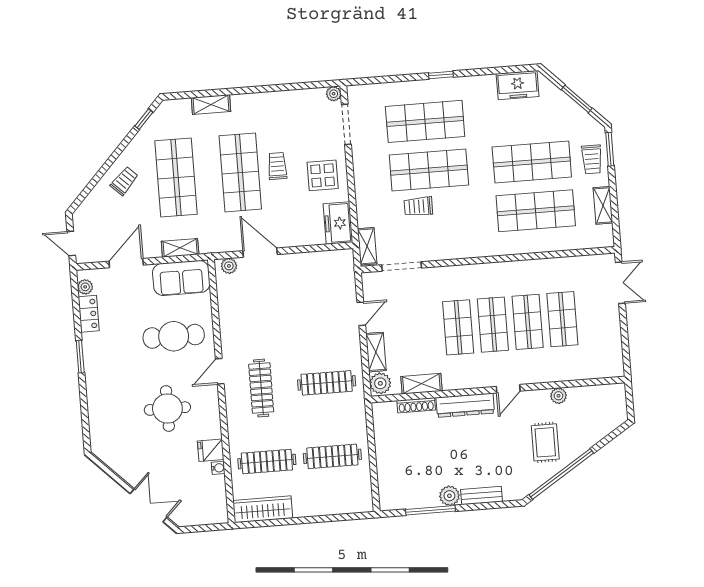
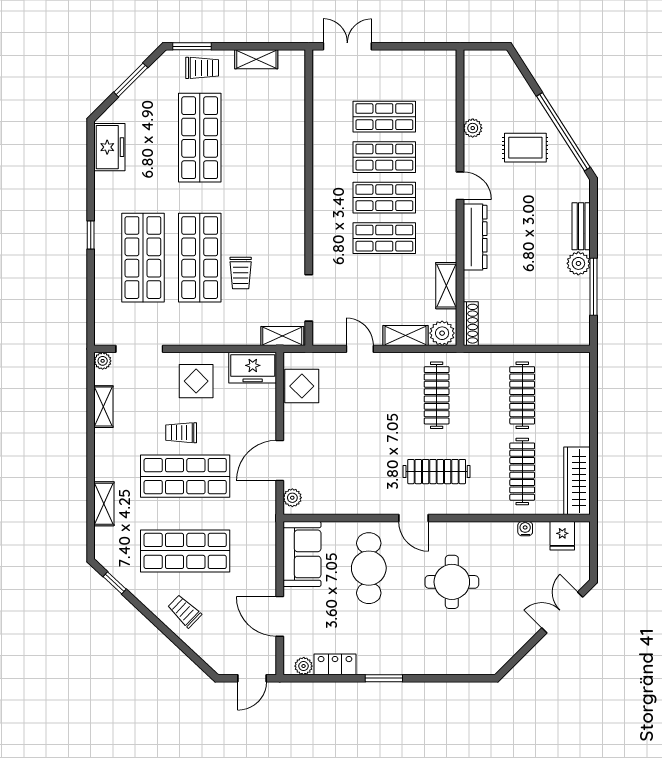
shop shelf: (536, 211) -> (256, 138), removed
shelving: (180, 248) -> (103, 407), moved
display table: (325, 267) -> (302, 386), added
shoe rack: (416, 405) -> (471, 324), moved
fridge: (211, 450) -> (562, 536), moved

